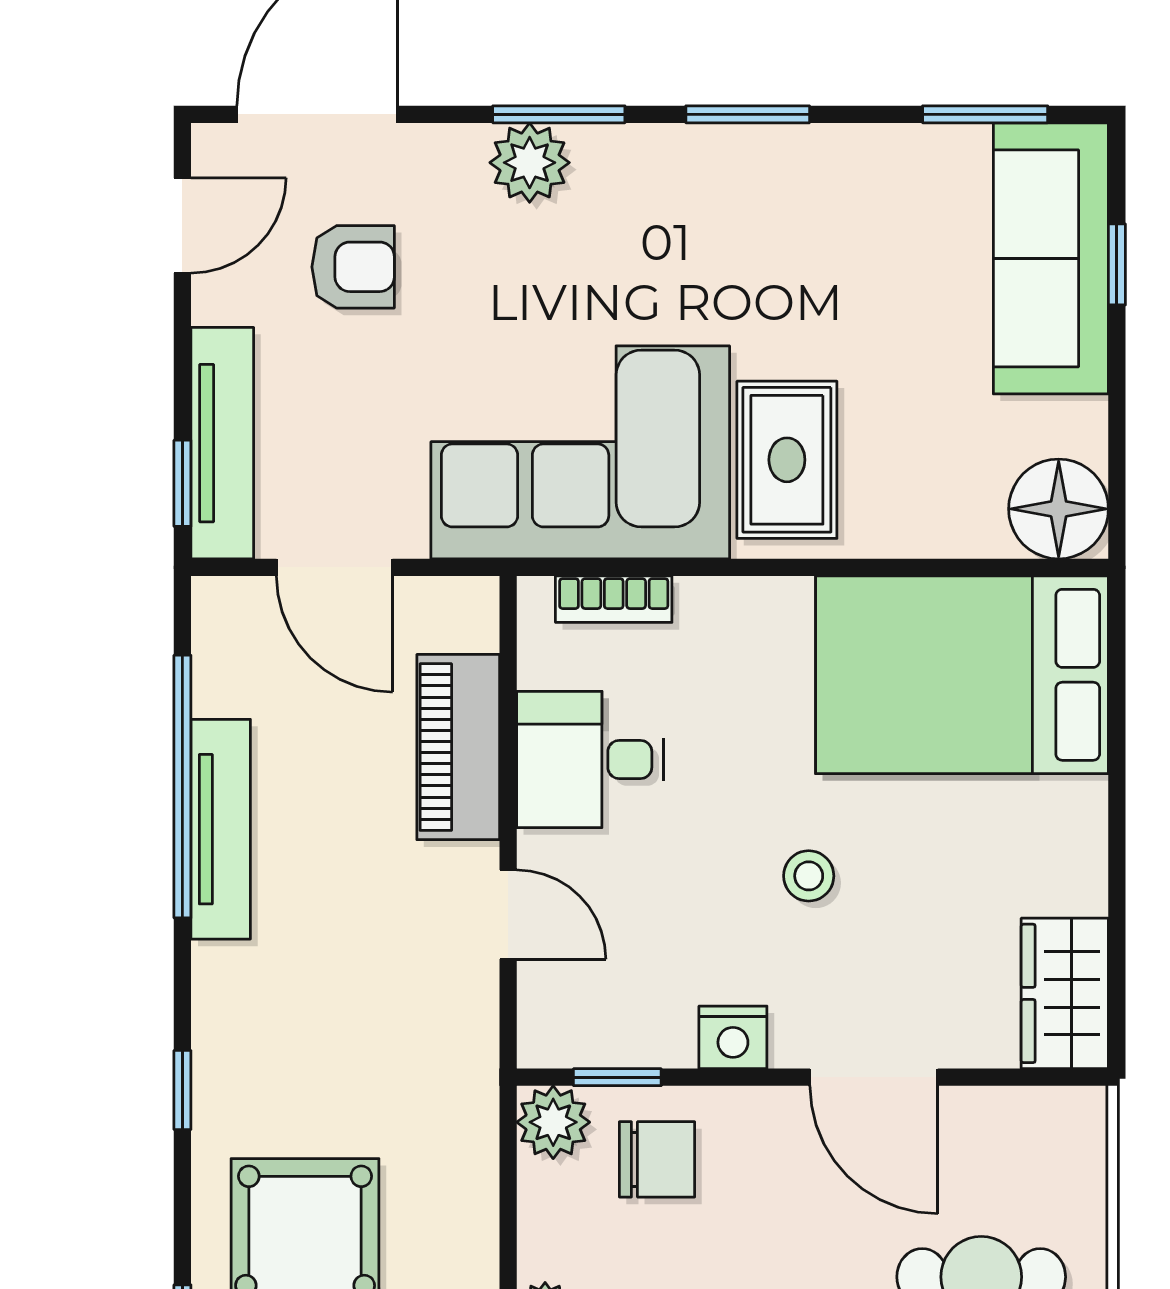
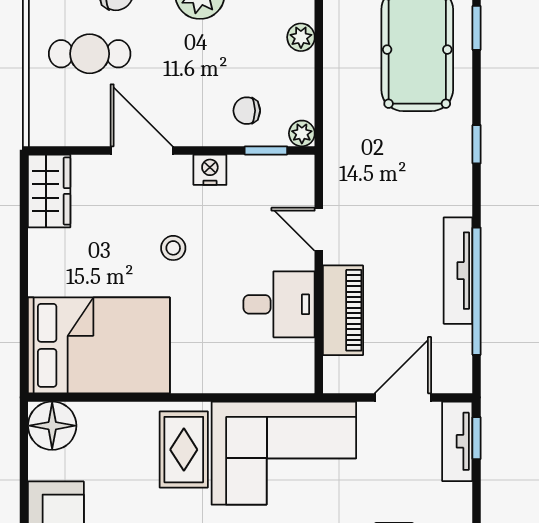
tv unit: (222, 443) -> (457, 441), width x0.71
door: (335, 567) -> (403, 397), hinge flipped
bookcase: (614, 599) -> (268, 382), removed
plant: (553, 1122) -> (302, 133), width x0.73, depth x0.73
chair: (657, 1159) -> (247, 111), width x0.73, depth x0.73

